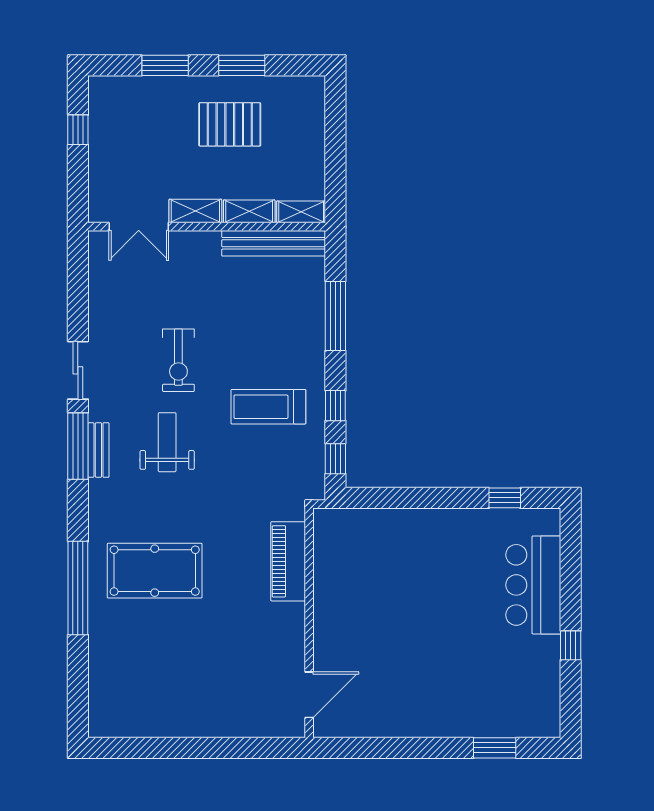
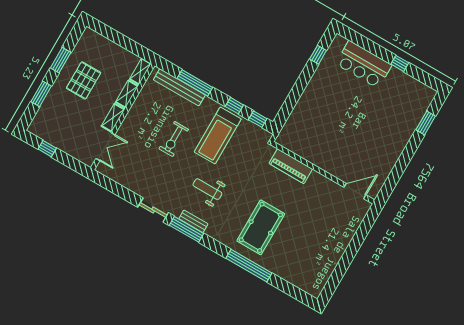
bench: (274, 243) -> (179, 87), moved, turned 90
exercise bike: (178, 360) -> (174, 139), moved, turned 90
treadmill: (268, 407) -> (218, 135), width x1.37, depth x1.38
door: (309, 695) -> (355, 191), hinge flipped

